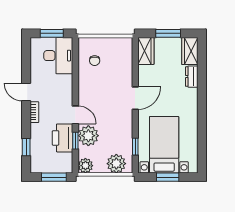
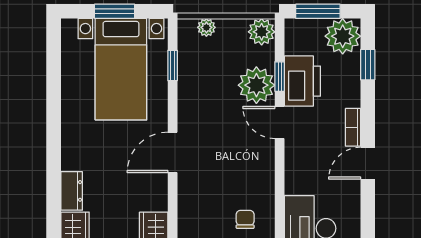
door: (26, 92) -> (368, 163), swing flipped
plant: (40, 163) -> (343, 36), added
plant: (116, 164) -> (206, 27), width x0.53, depth x0.53

